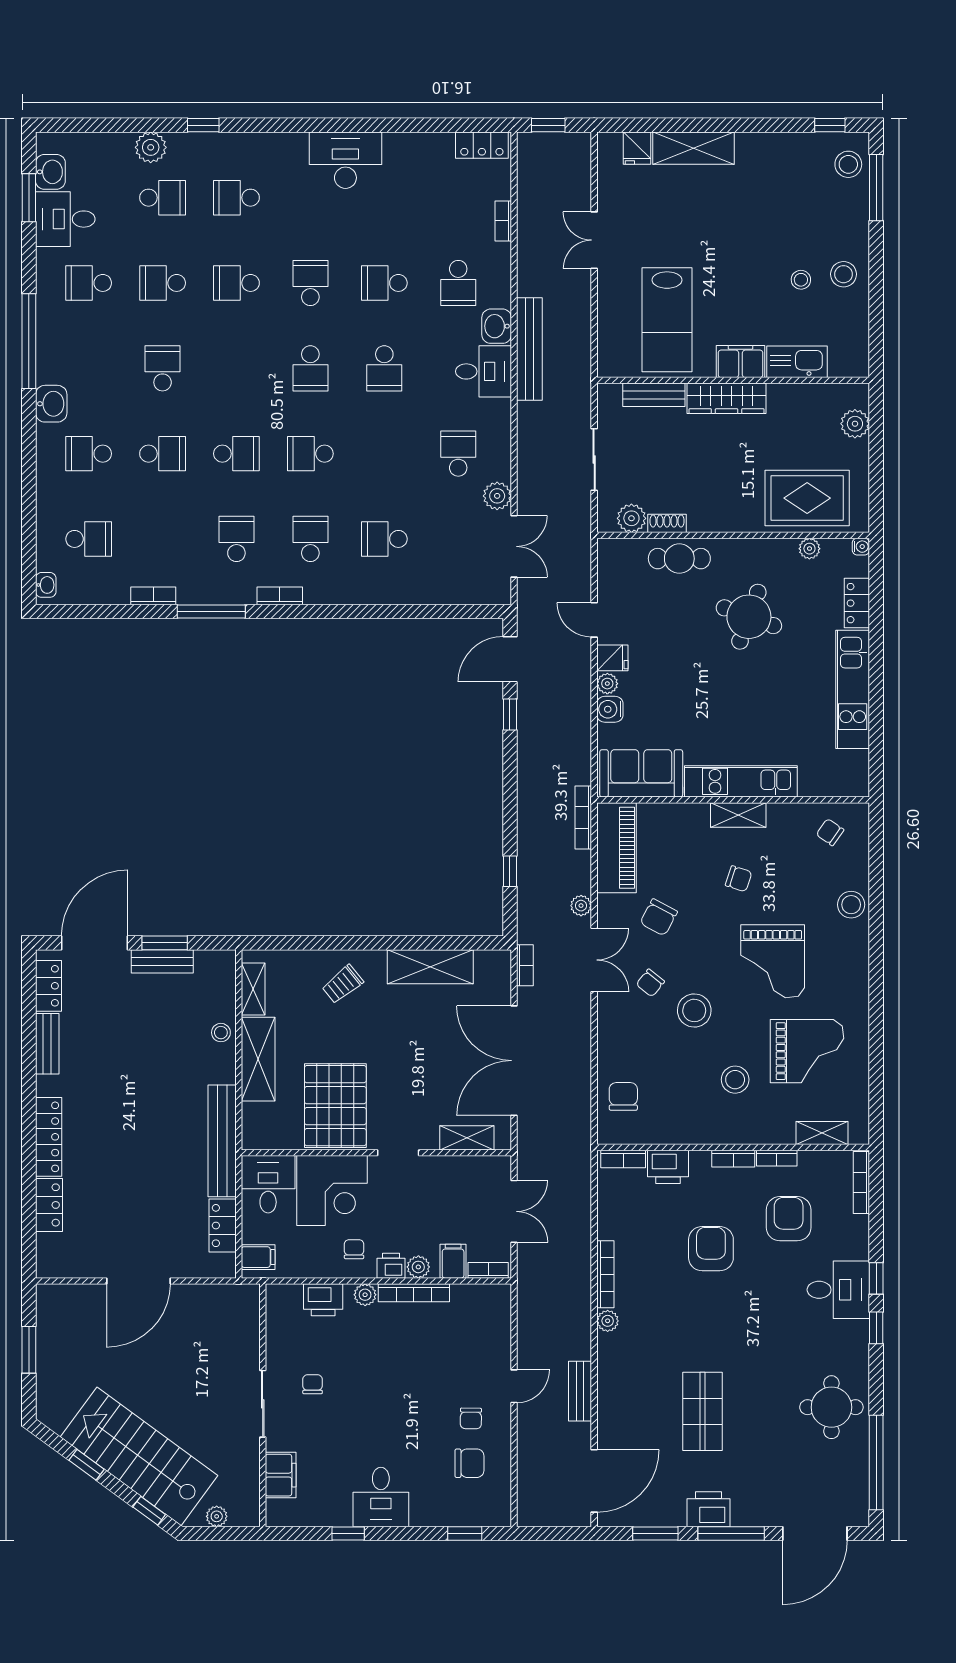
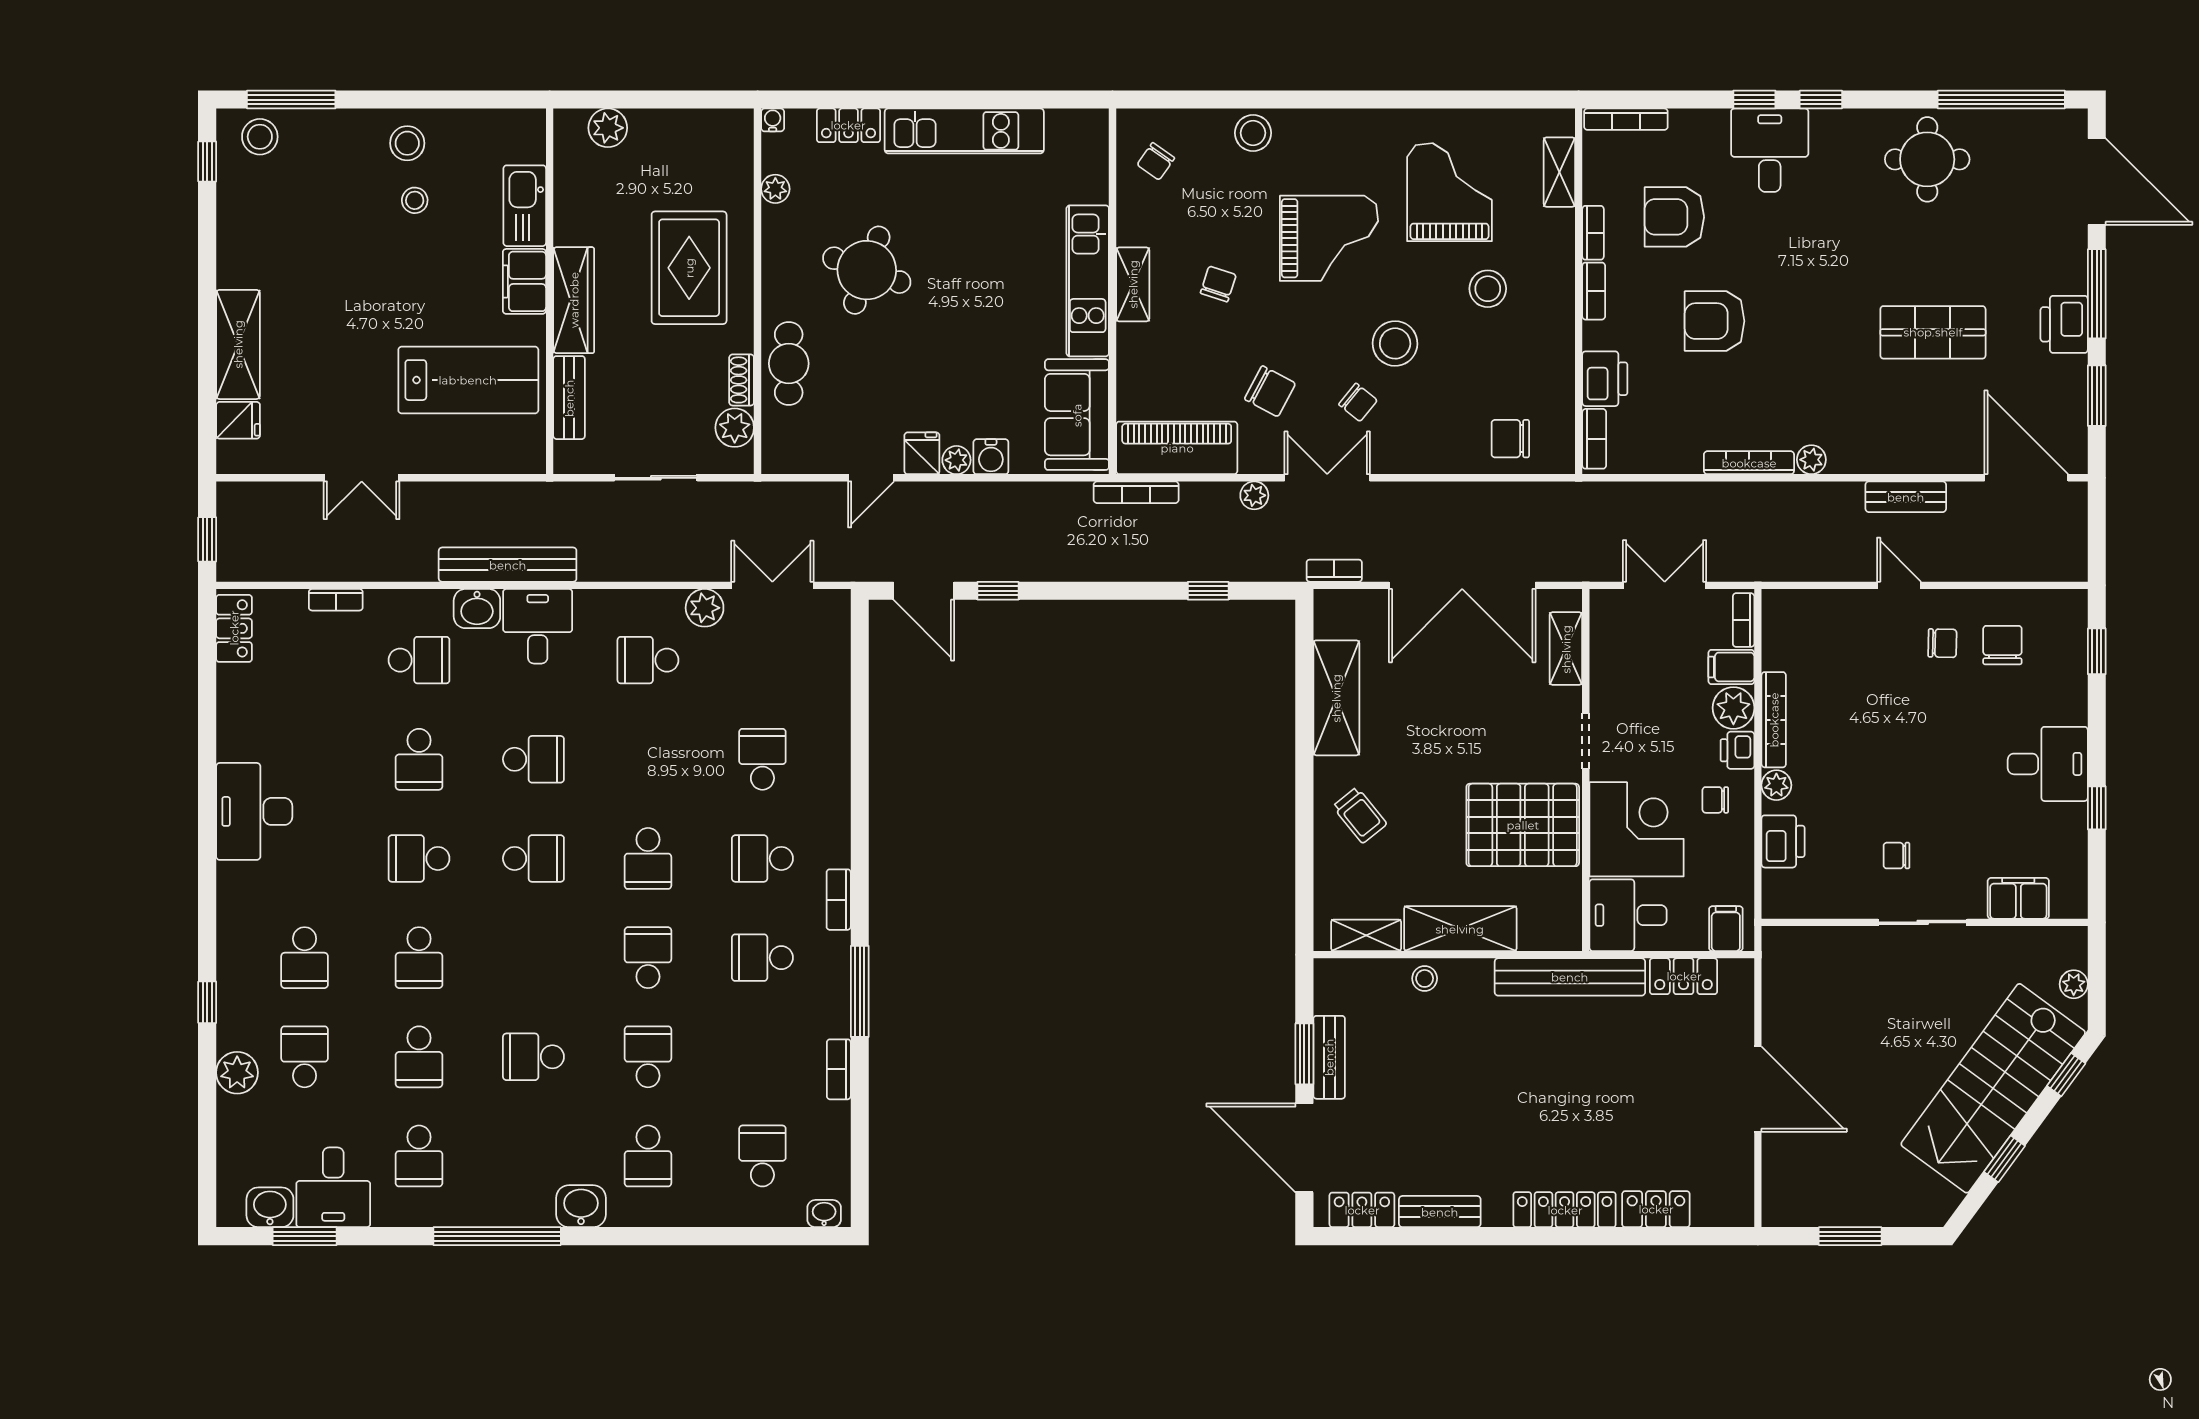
rug: (807, 498) -> (689, 268), moved
school desk: (384, 539) -> (762, 759), turned 180
plant: (418, 1267) -> (1733, 708), width x1.38, depth x1.38

